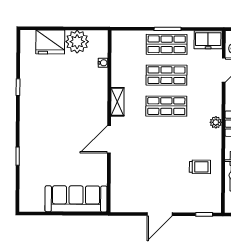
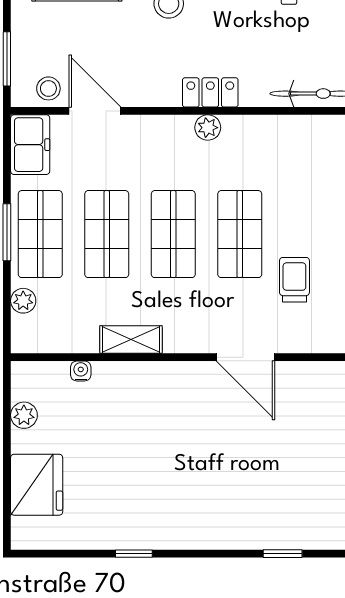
plant: (136, 36) -> (23, 301), added
plant: (77, 42) -> (24, 415), width x0.53, depth x0.53
shelving: (117, 102) -> (131, 340), moved
shop shelf: (166, 137) -> (240, 234), added
trolley: (200, 167) -> (294, 280), moved

